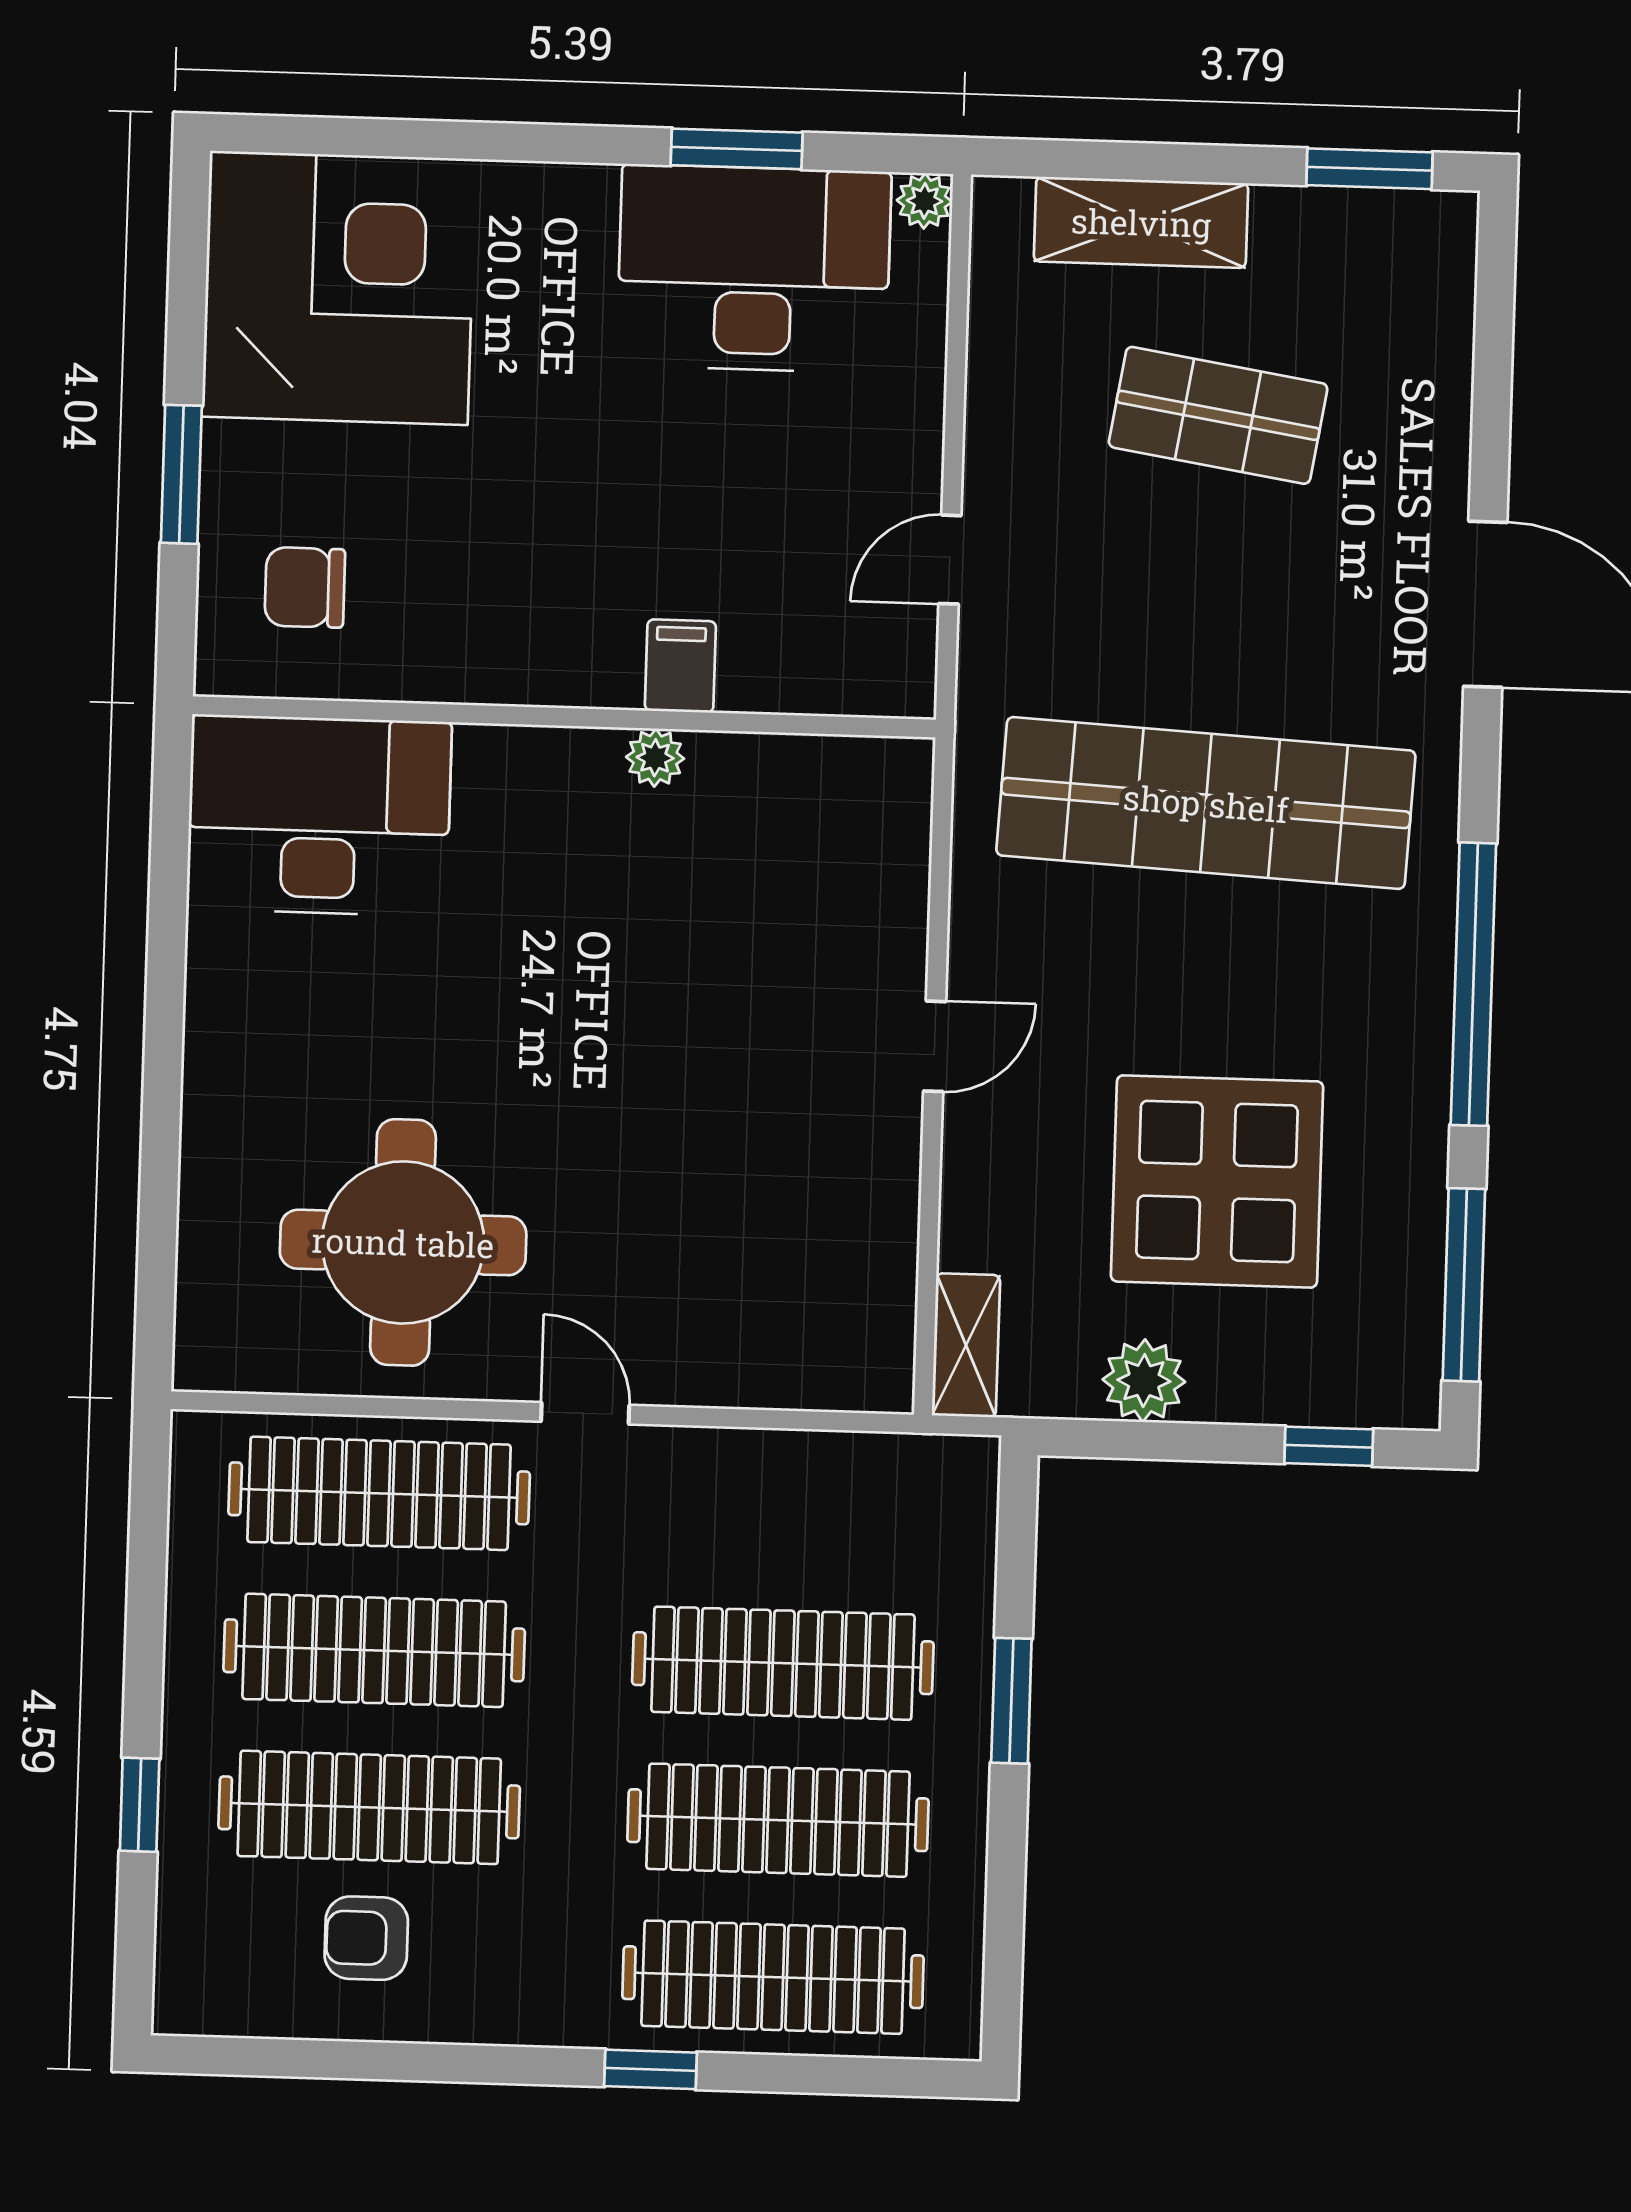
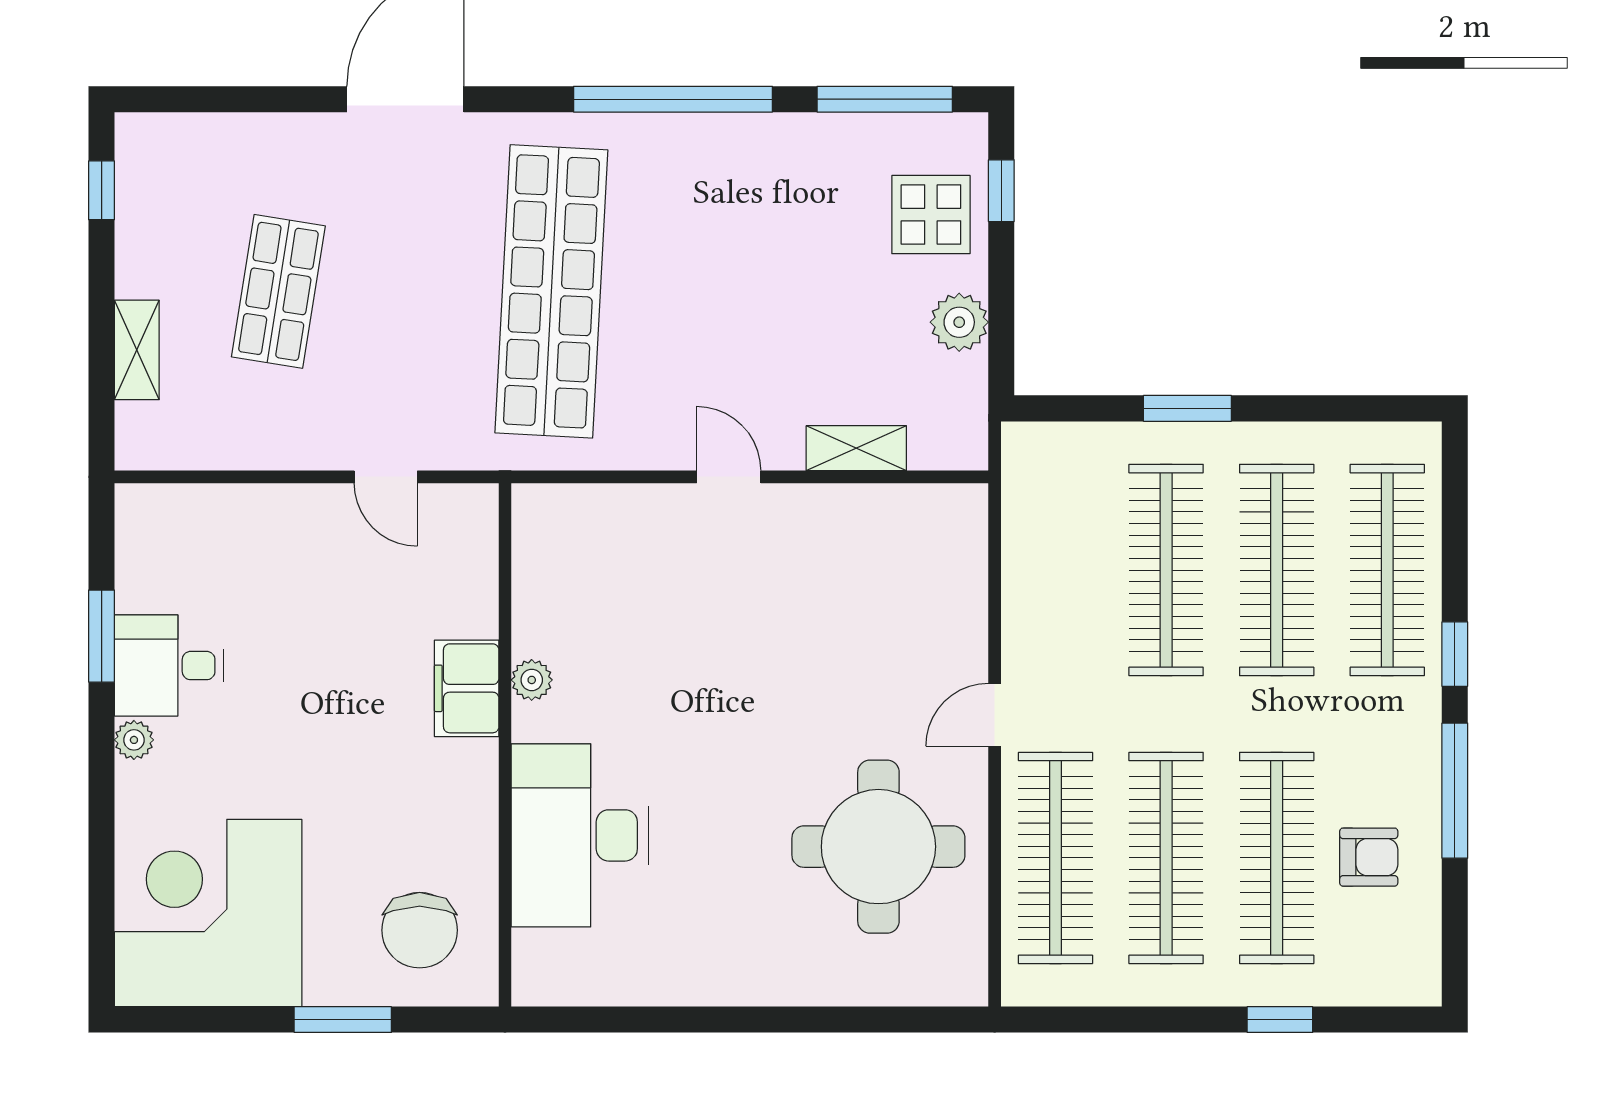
window: (1369, 169) -> (102, 190), width x0.67
plant: (925, 201) -> (134, 740), moved
shelving: (1141, 222) -> (137, 350), width x0.67, depth x0.75
desk: (754, 269) -> (169, 666), width x0.53, depth x0.77
chair: (305, 587) -> (420, 930), width x1.37, depth x1.37
filing cabinet: (680, 666) -> (467, 688), width x2.00
desk: (319, 815) -> (580, 835), moved
display table: (1217, 1181) -> (931, 215), moved, width x0.54, depth x0.54
shelving: (966, 1345) -> (856, 448), moved
armchair: (366, 1938) -> (1369, 857), turned -90
window: (457, 2063) -> (1455, 791), added

